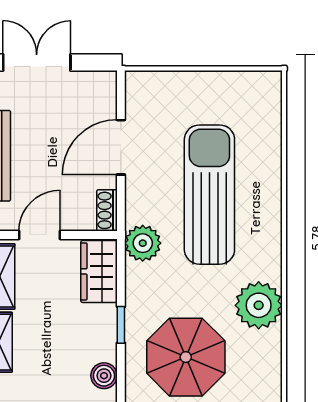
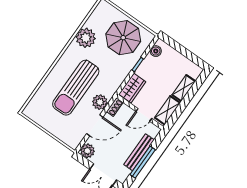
plant: (100, 88) -> (87, 151), added
plant: (143, 243) -> (100, 102), moved

